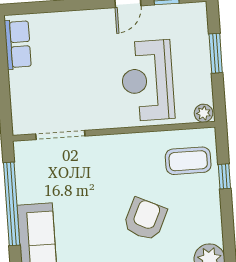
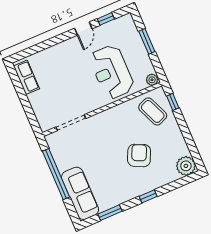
coffee table: (188, 161) -> (153, 111), turned 67
window: (224, 176) -> (173, 102), moved

